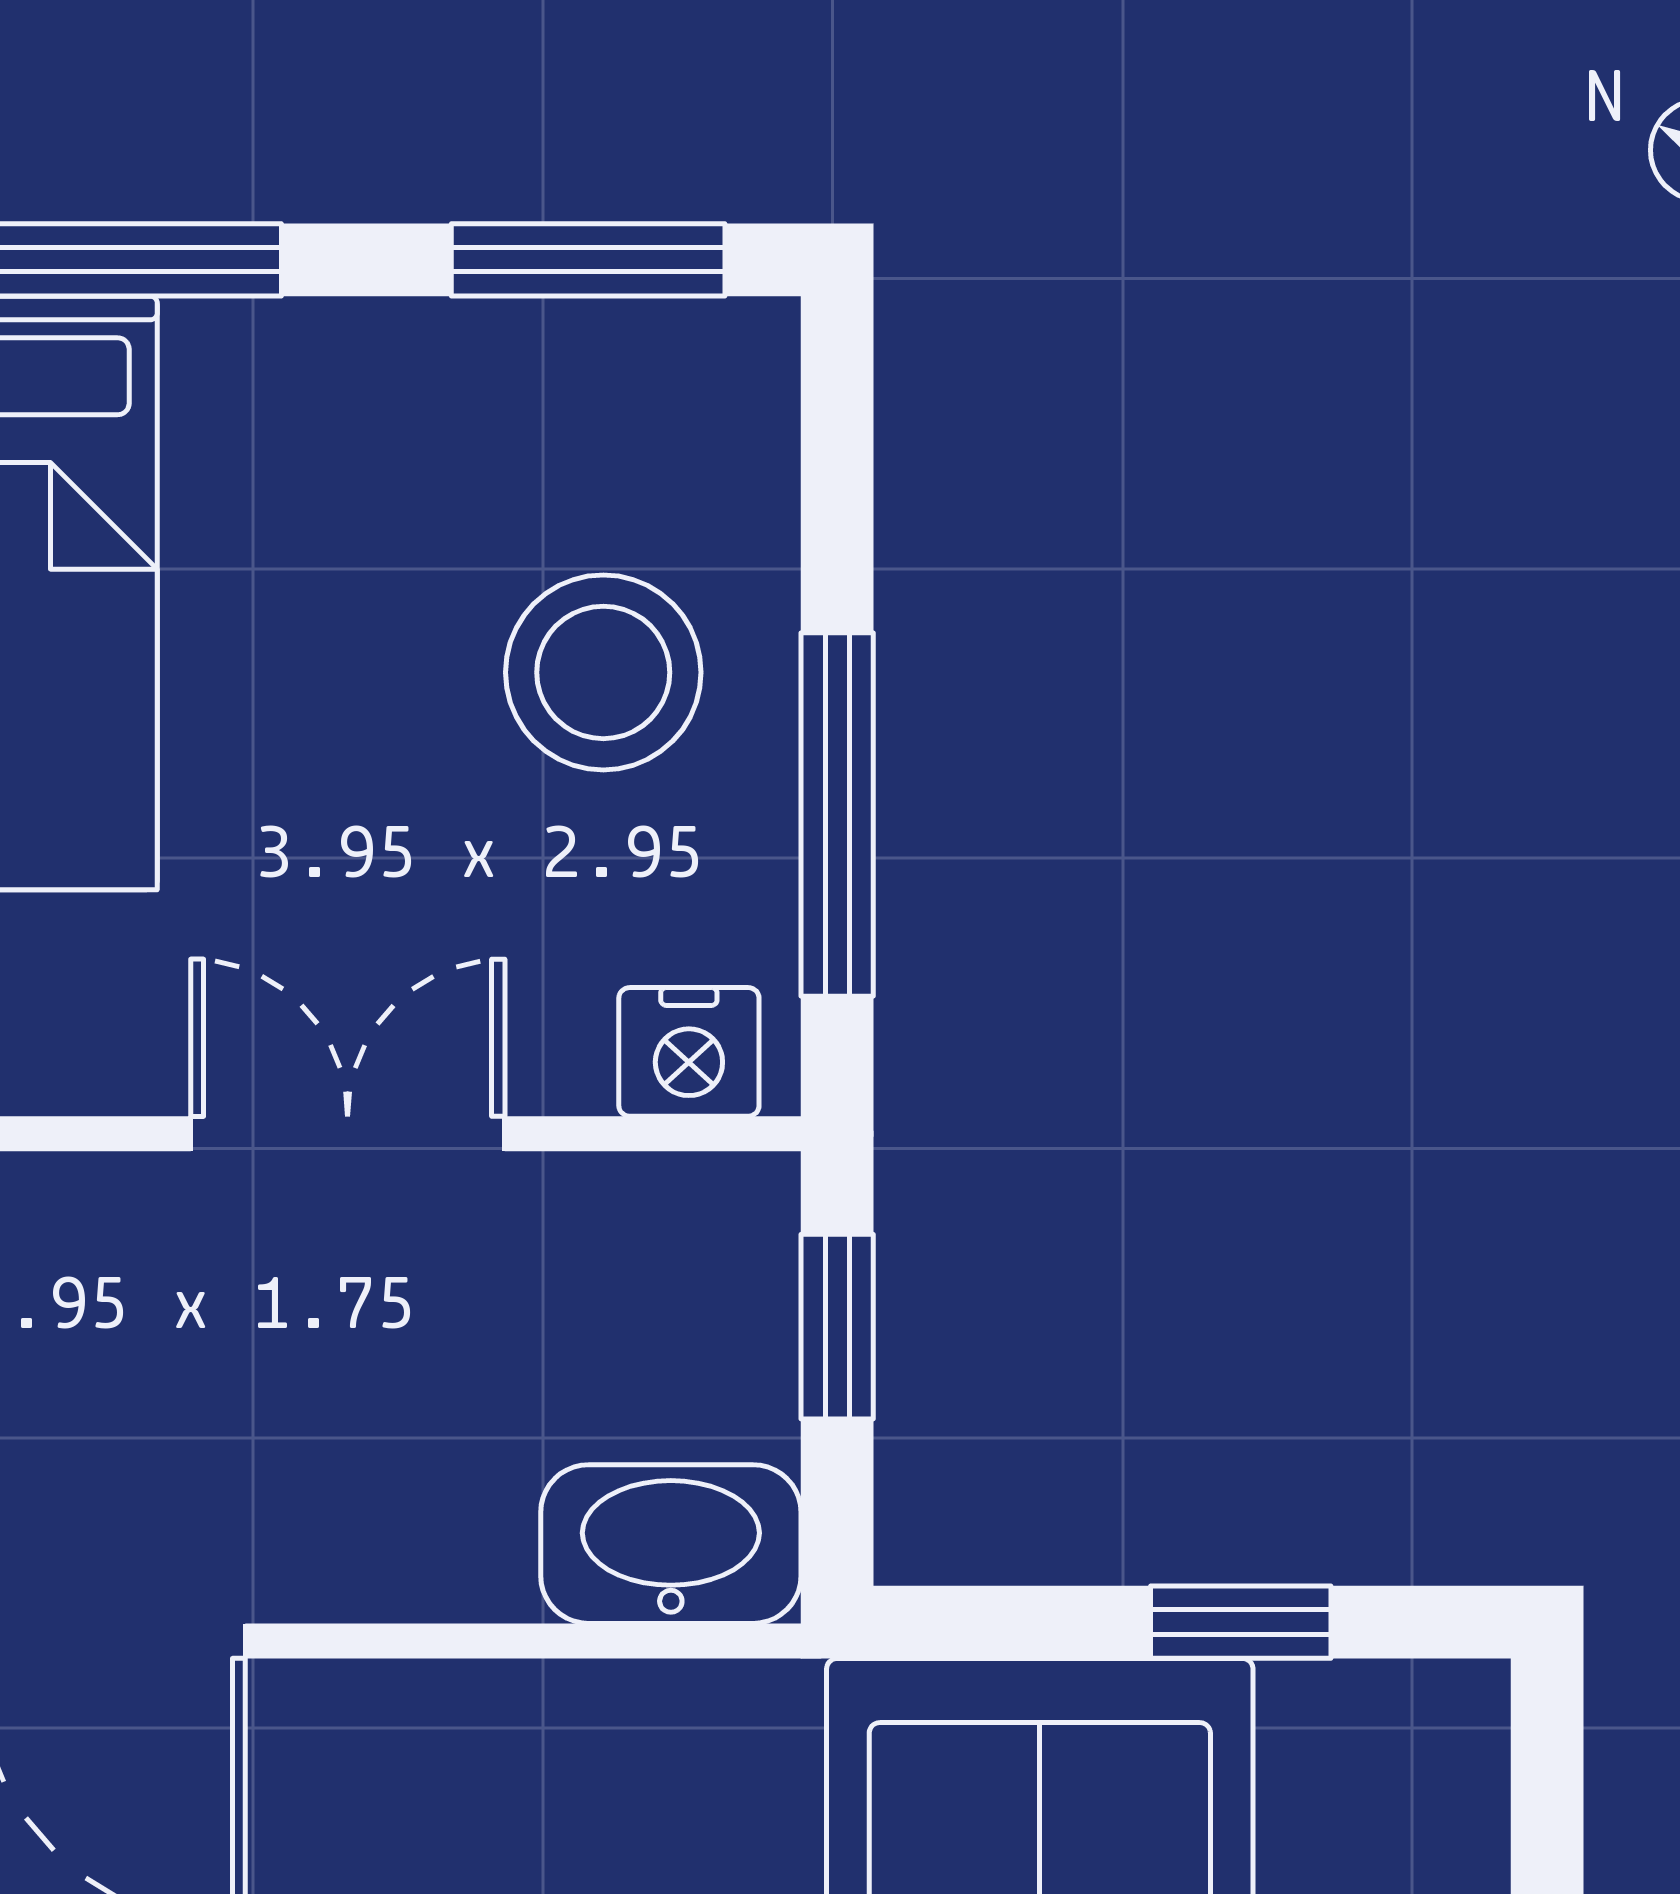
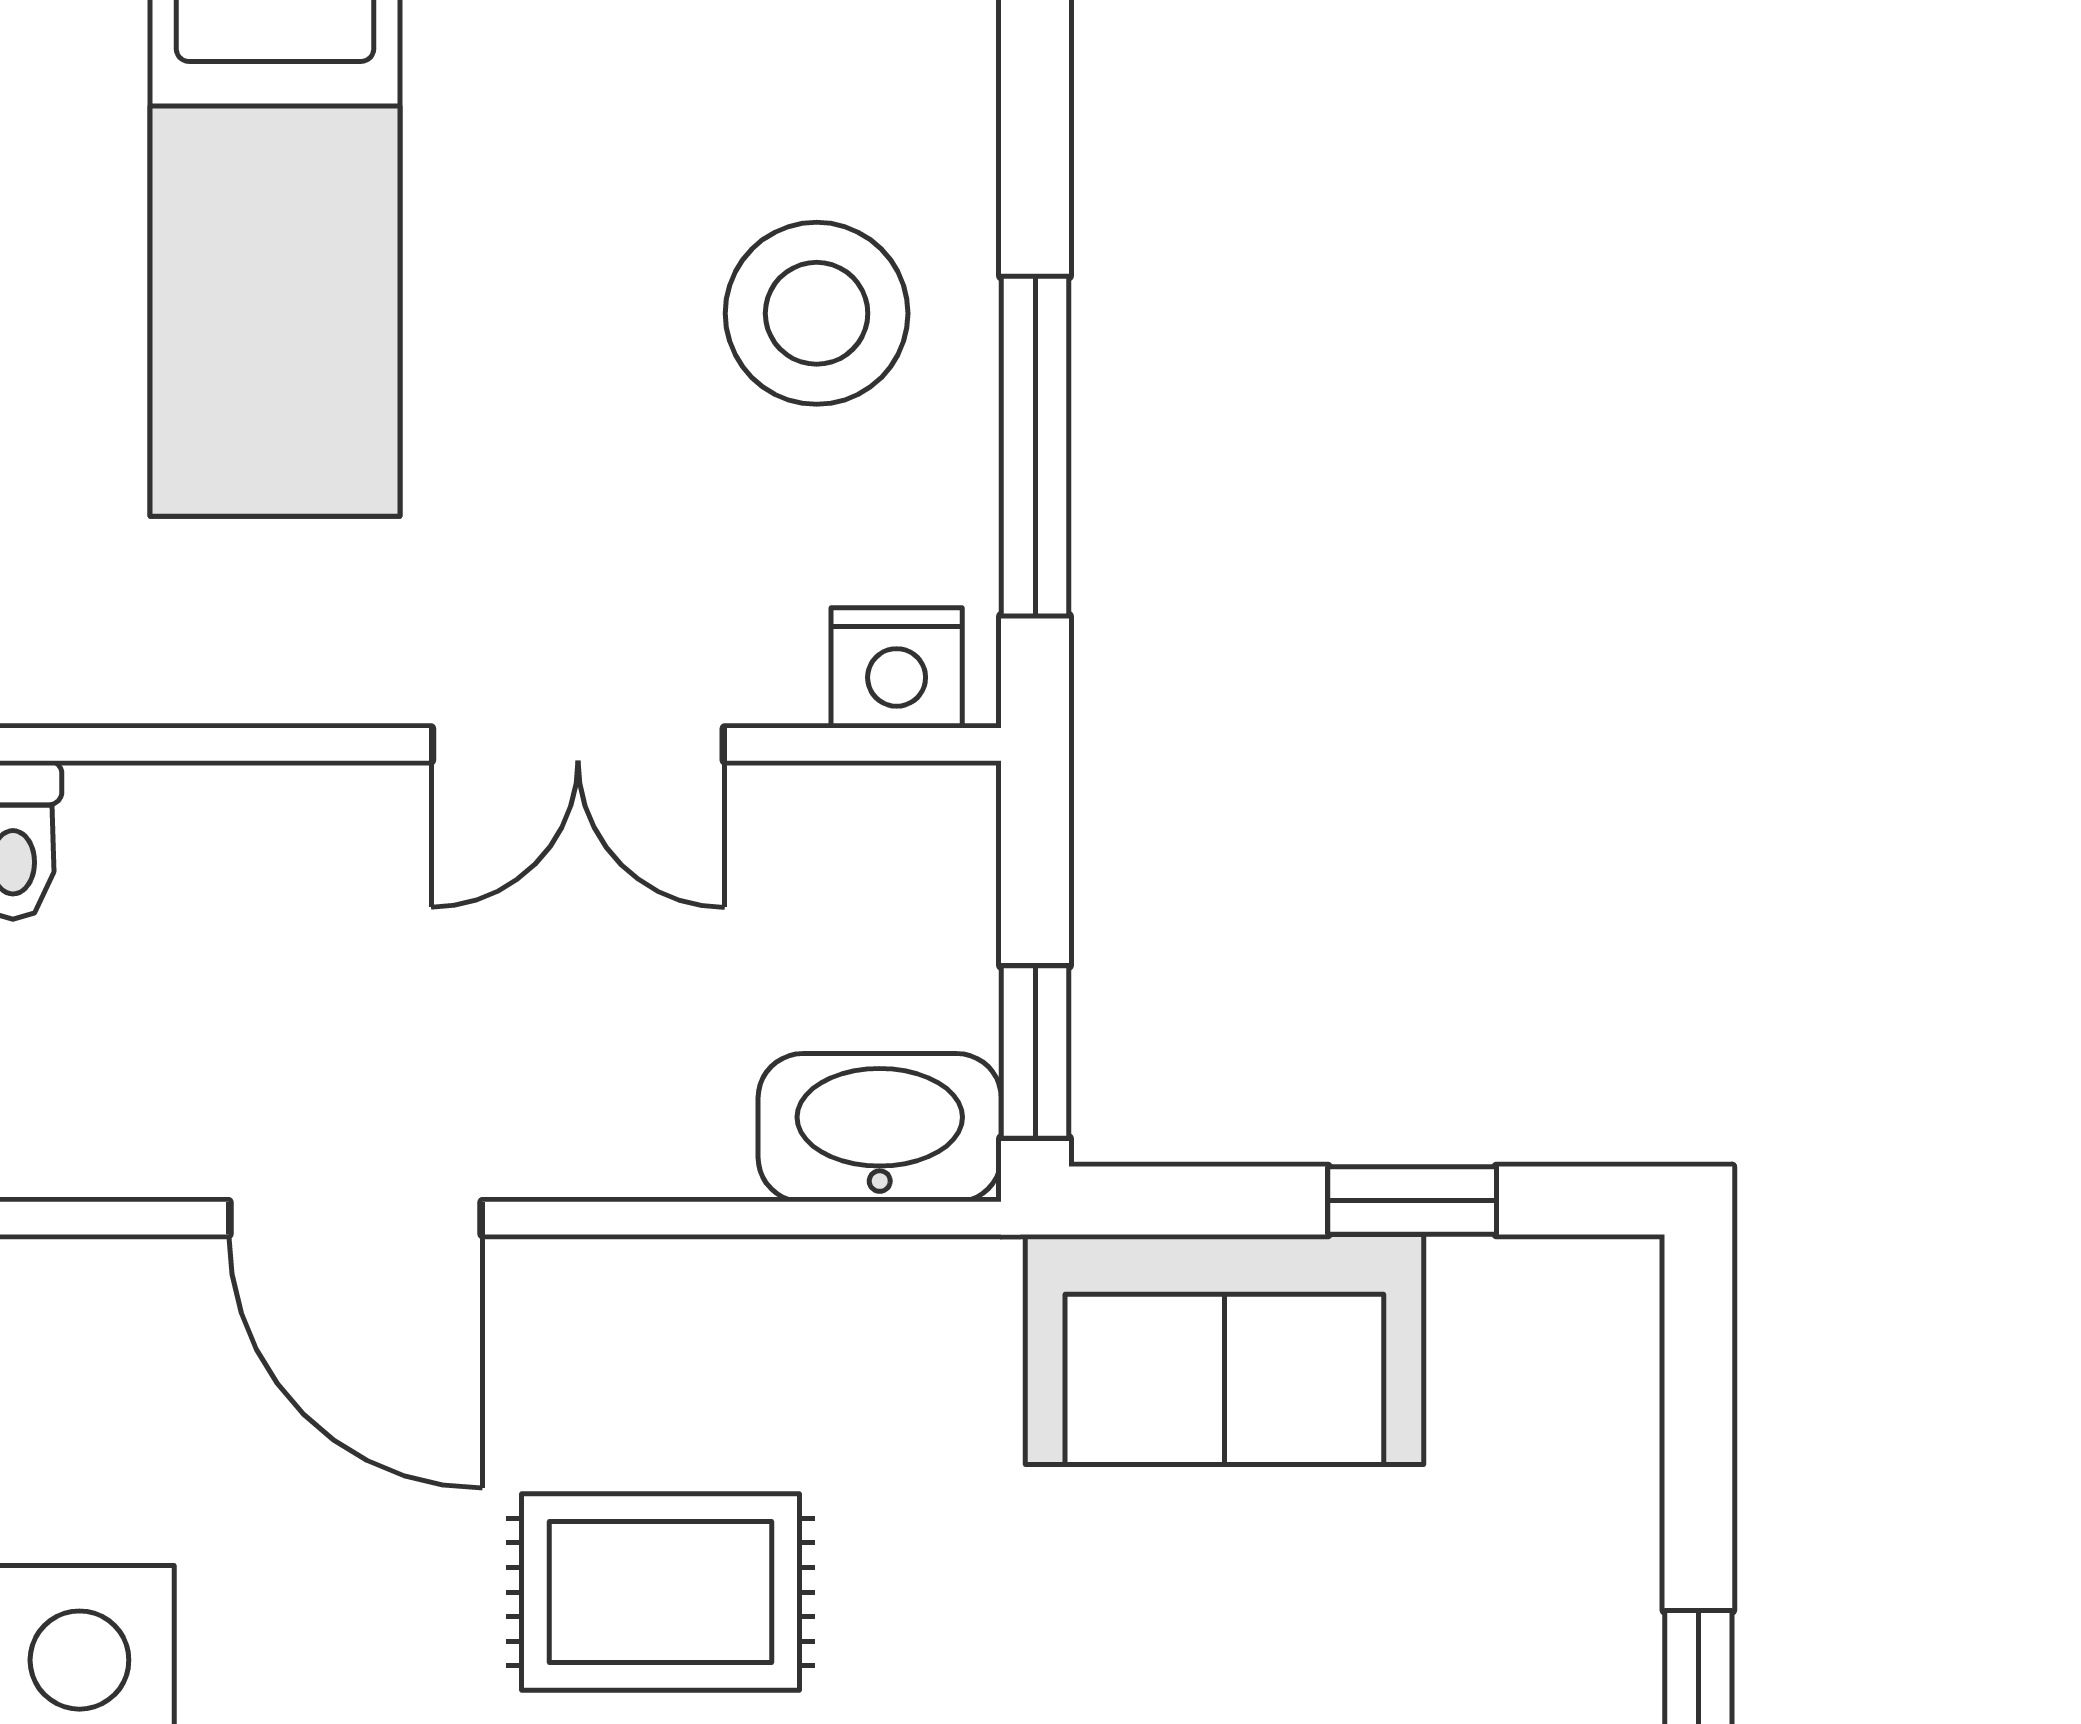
double door: (348, 1134) -> (578, 744), swing flipped
window: (837, 1327) -> (1035, 1052), moved

